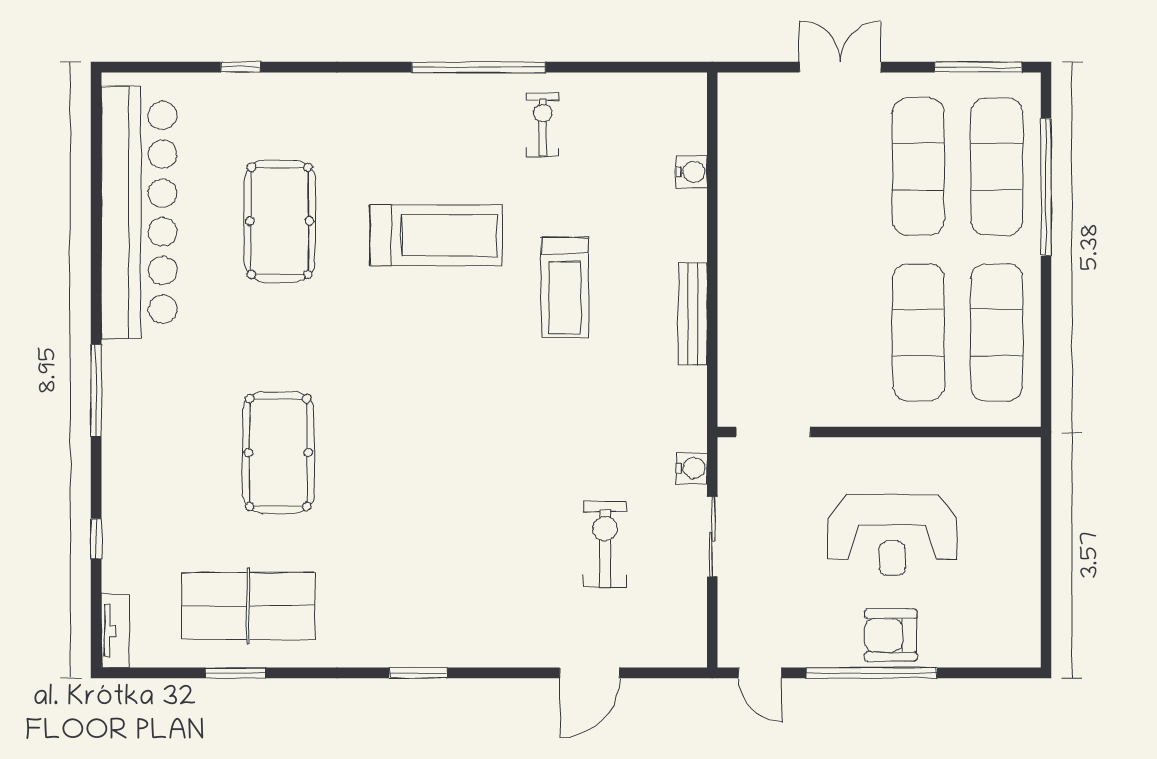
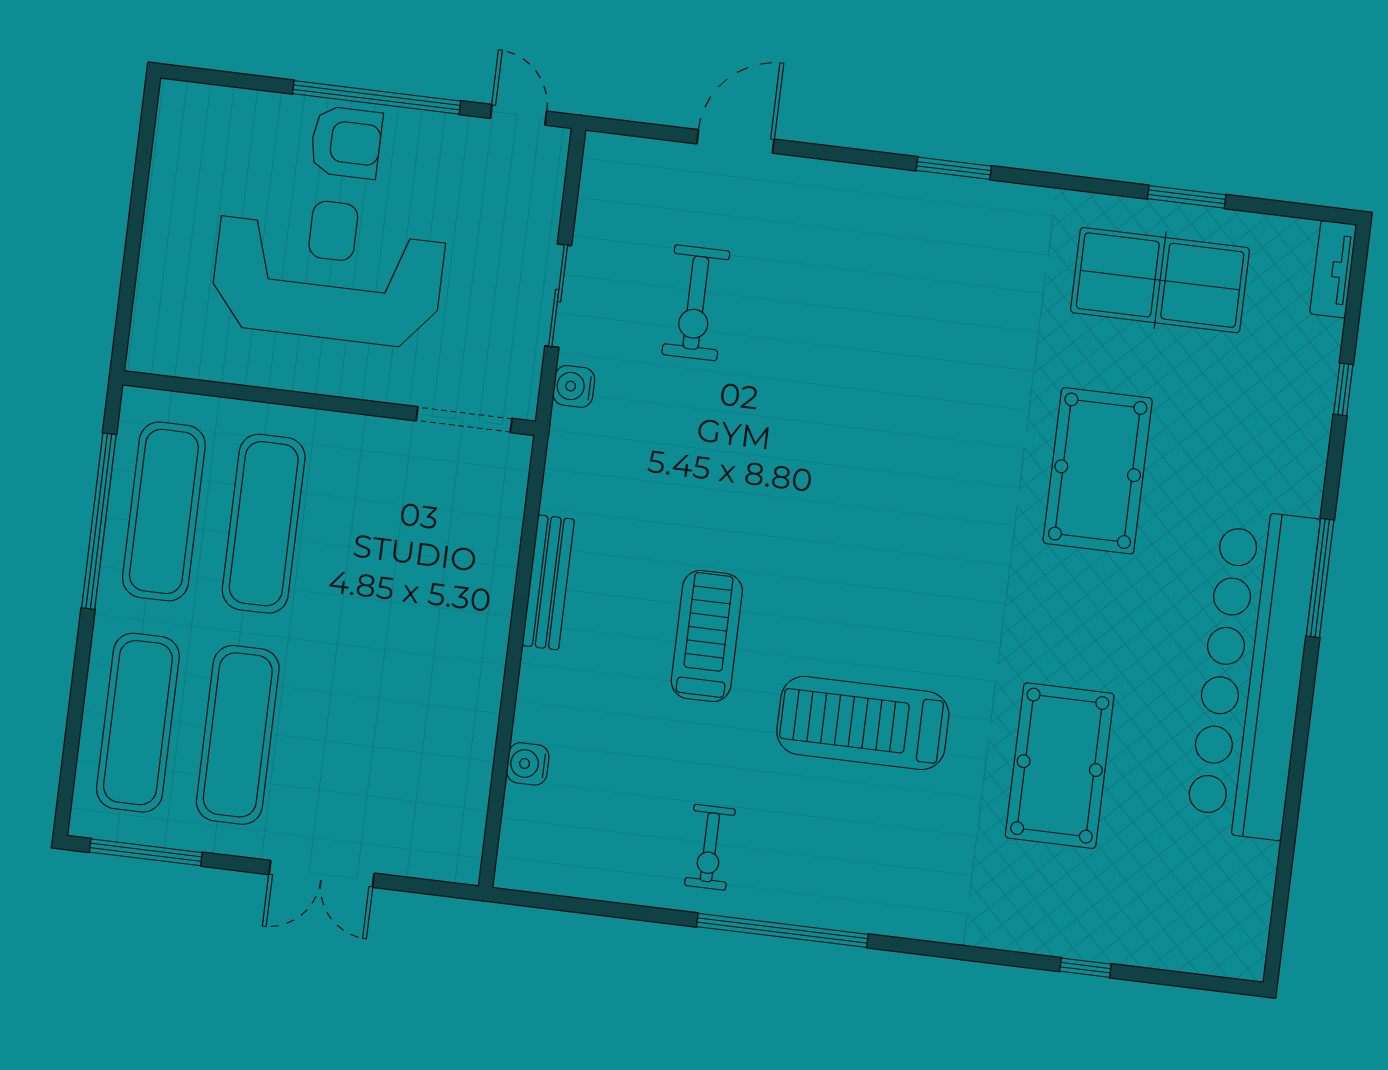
window: (1046, 187) -> (99, 521), moved
bar counter: (139, 212) -> (1253, 674), moved
reception desk: (892, 535) -> (329, 270), width x1.36, depth x1.30

